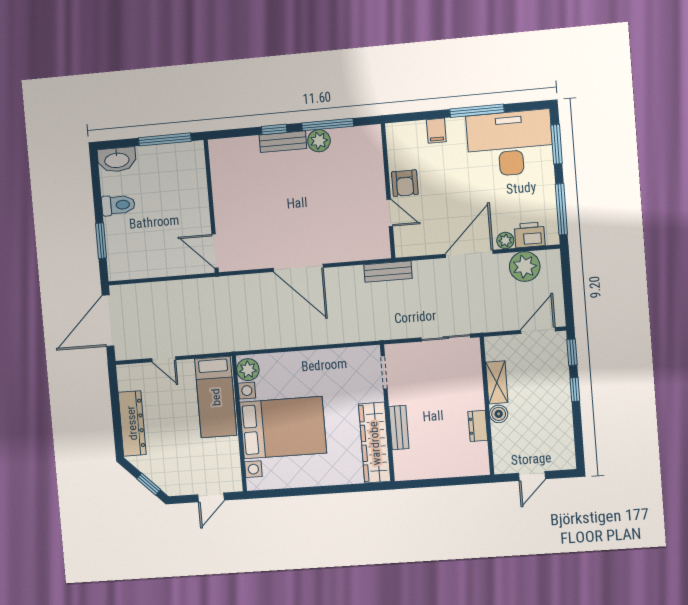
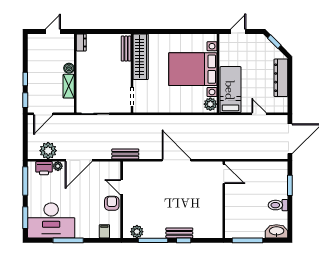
filing cabinet: (436, 131) -> (104, 231), moved
plant: (319, 141) -> (137, 232), moved
dresser: (478, 426) -> (81, 42), moved
bench: (399, 427) -> (126, 49), moved

